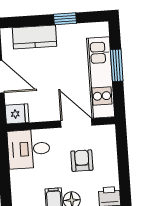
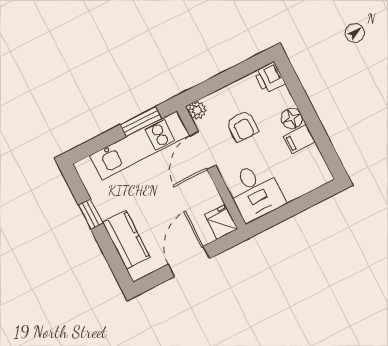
window: (117, 65) -> (141, 122), moved
plant: (108, 132) -> (197, 110), added
armchair: (82, 161) -> (242, 126), turned -90

